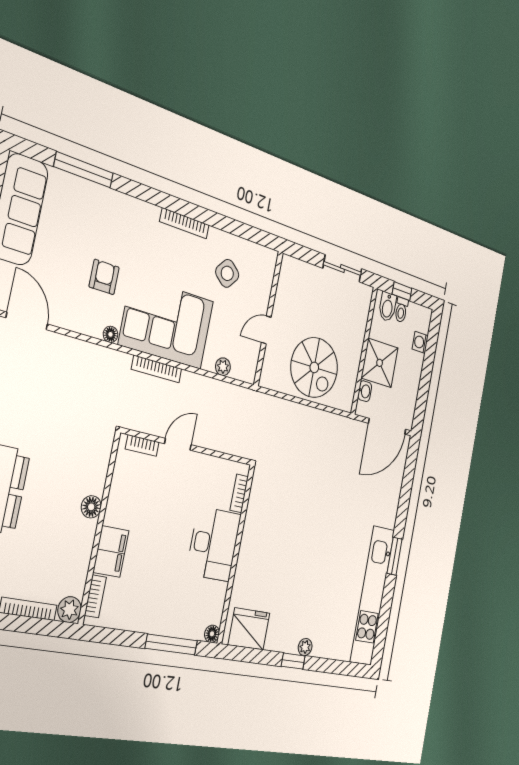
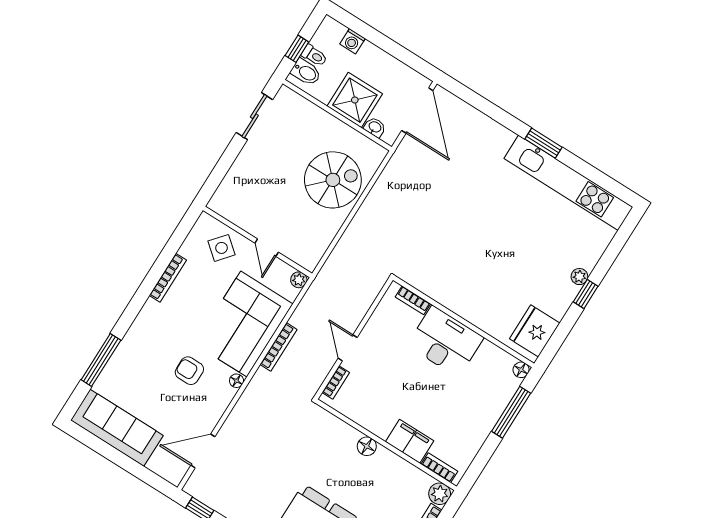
wall: (268, 318) -> (257, 242), moved
door: (266, 330) -> (267, 248), moved

